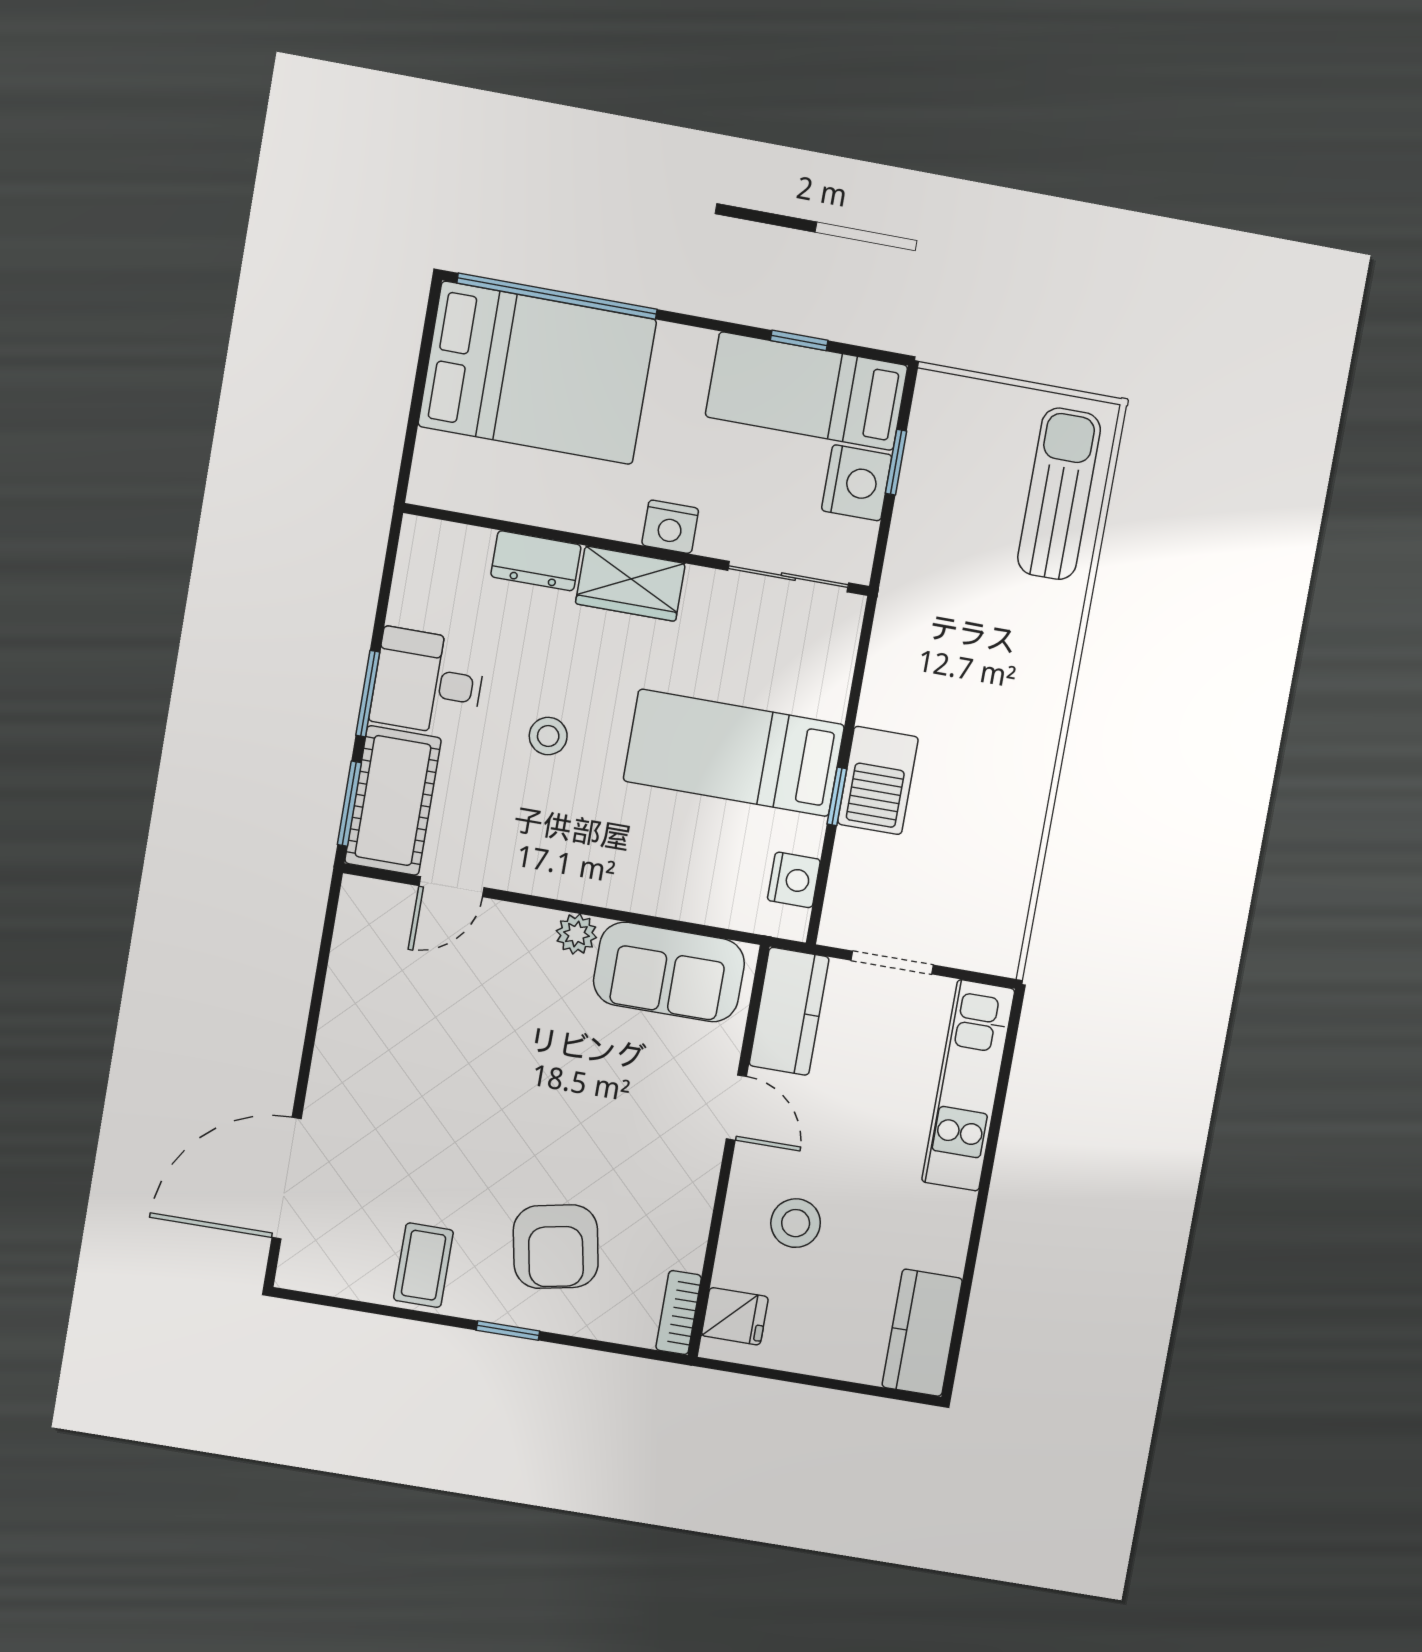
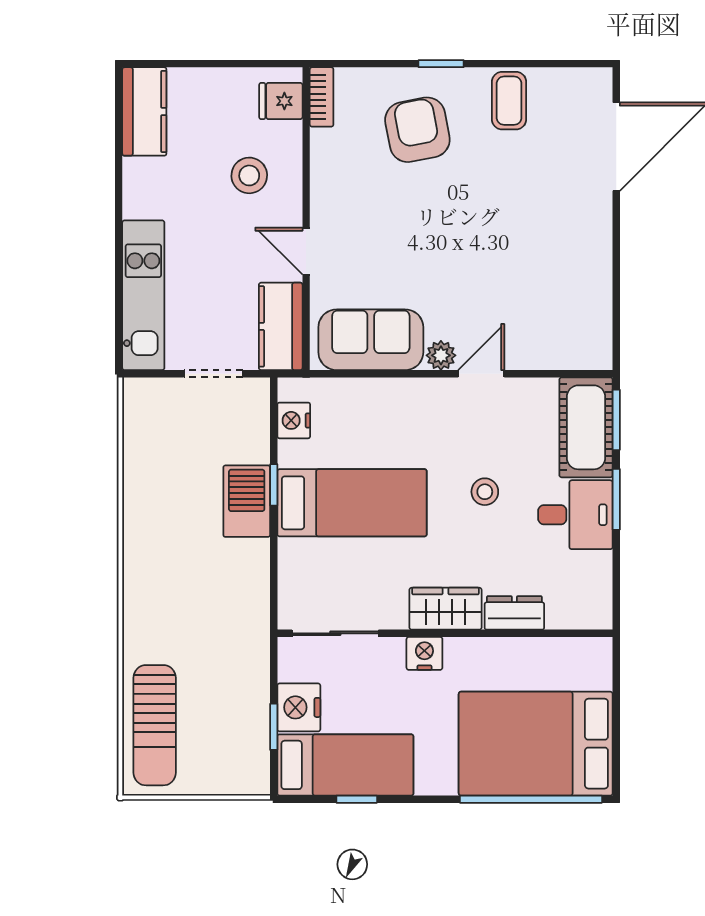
door: (451, 887) -> (481, 374), moved

